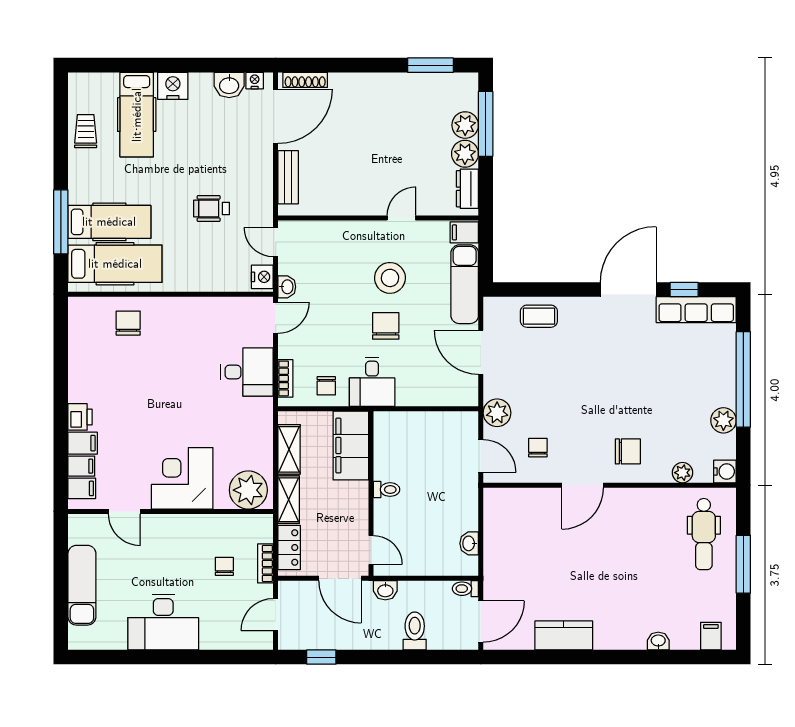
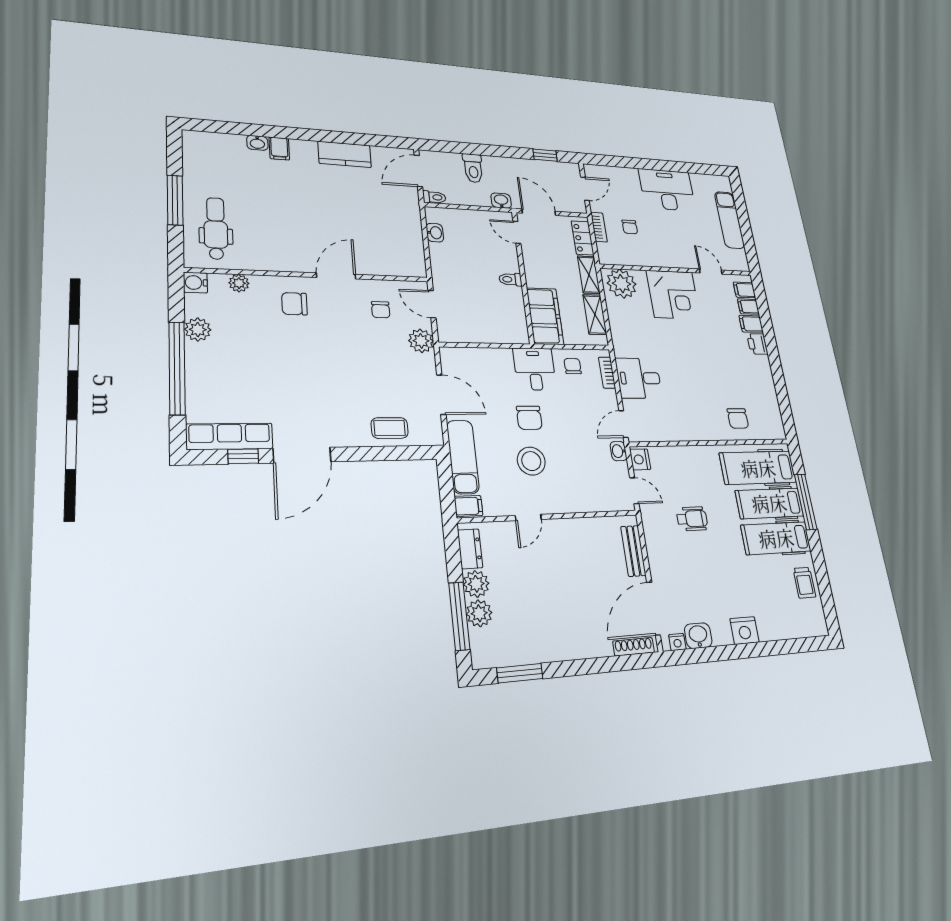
hospital bed: (137, 115) -> (776, 538), moved, turned -90
filing cabinet: (711, 636) -> (279, 148), moved

